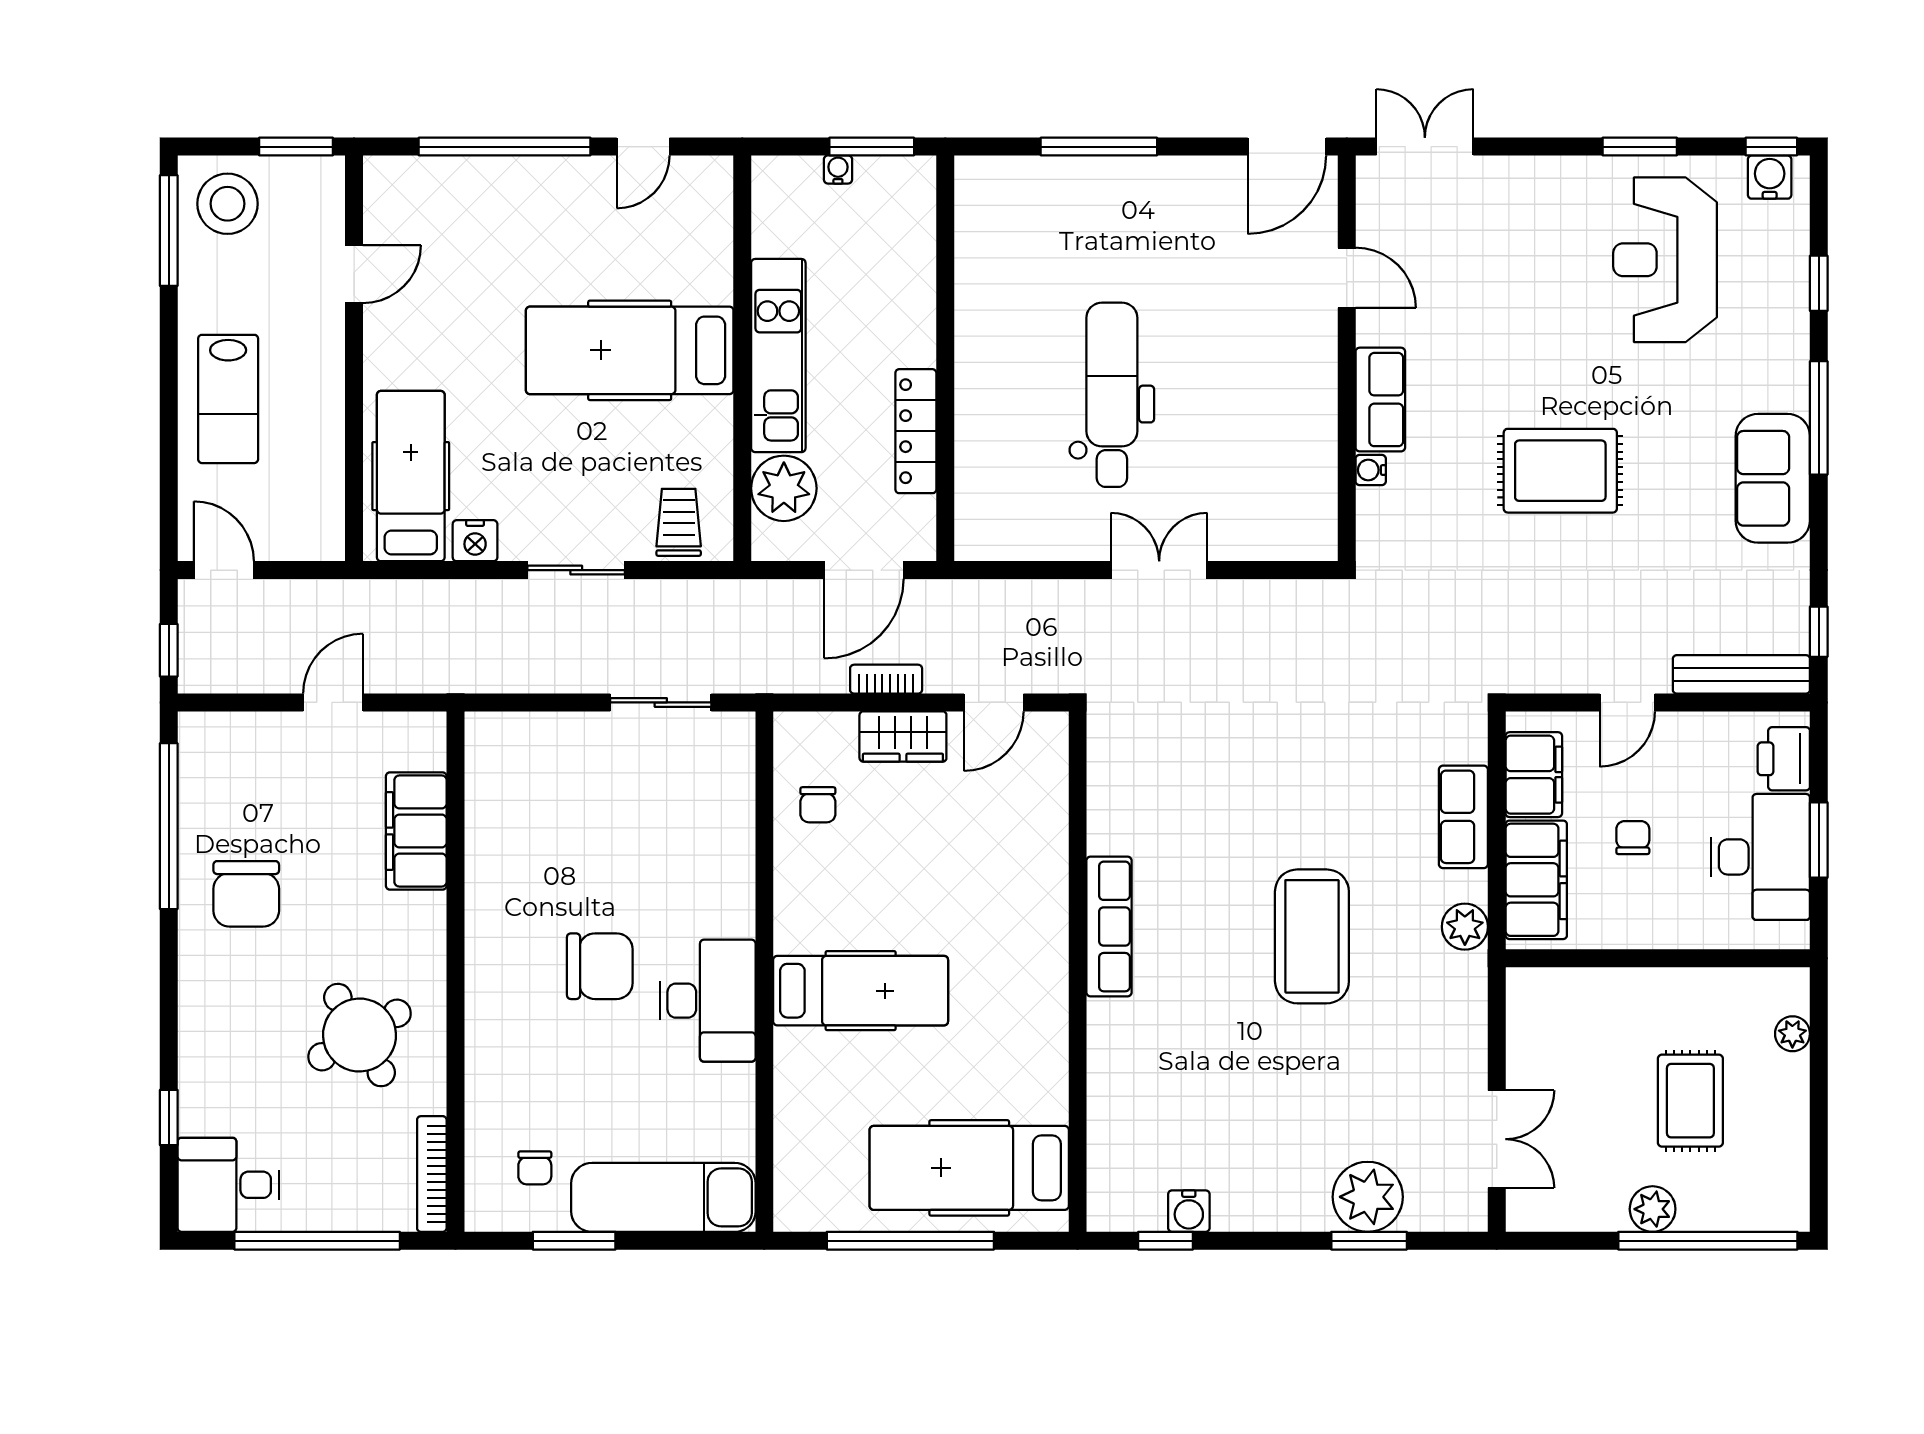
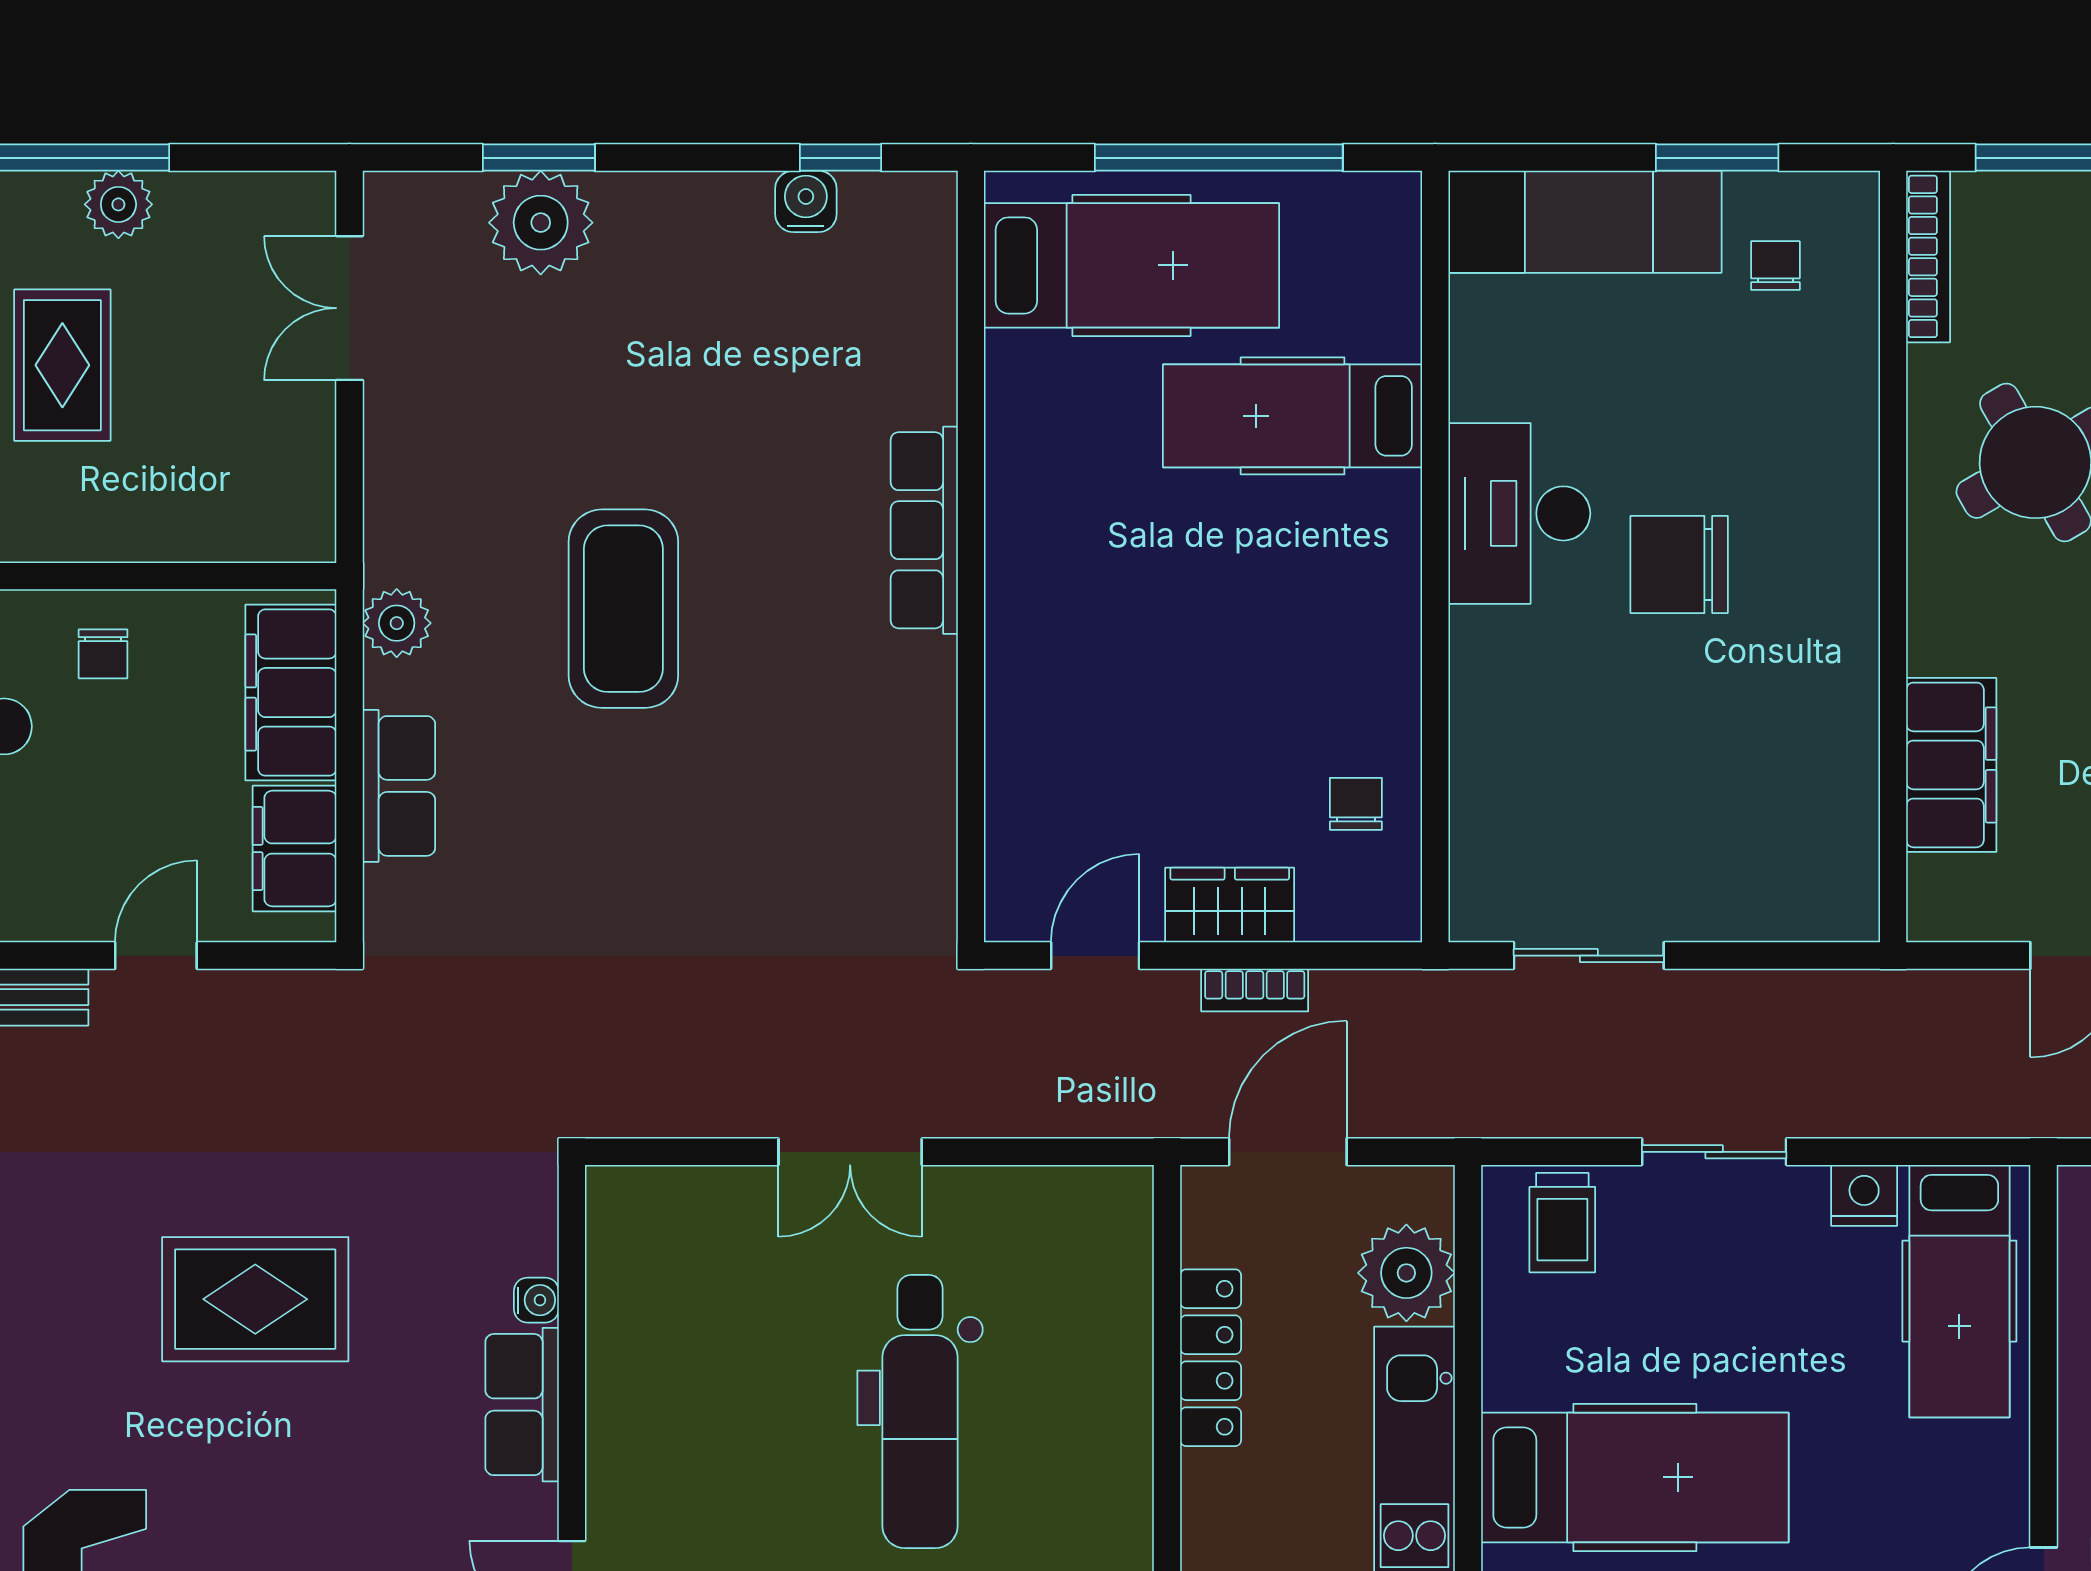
chair: (1633, 838) -> (103, 654), moved
row of seats: (1109, 926) -> (924, 530), moved
hospital bed: (861, 991) -> (1293, 416), moved

